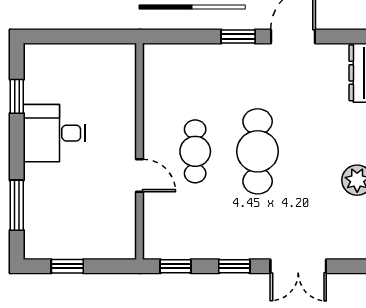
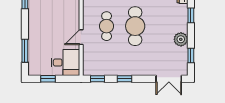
desk: (54, 133) -> (65, 63), moved, turned 180
door: (140, 175) -> (81, 37), swing flipped
double door: (298, 266) -> (169, 79), moved

